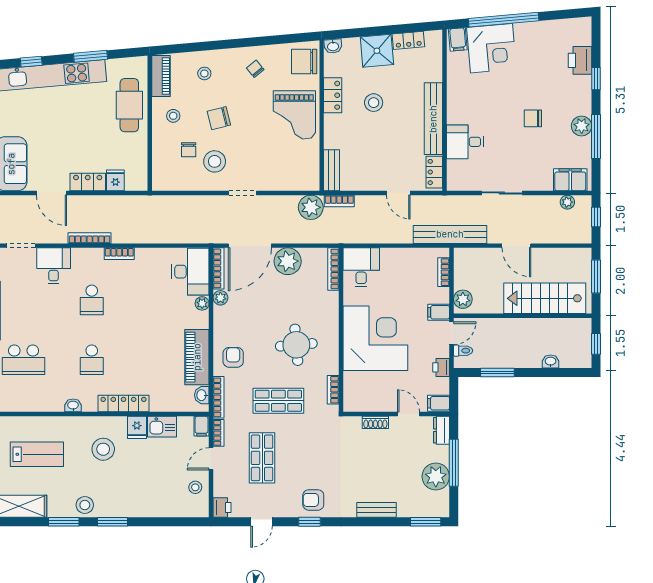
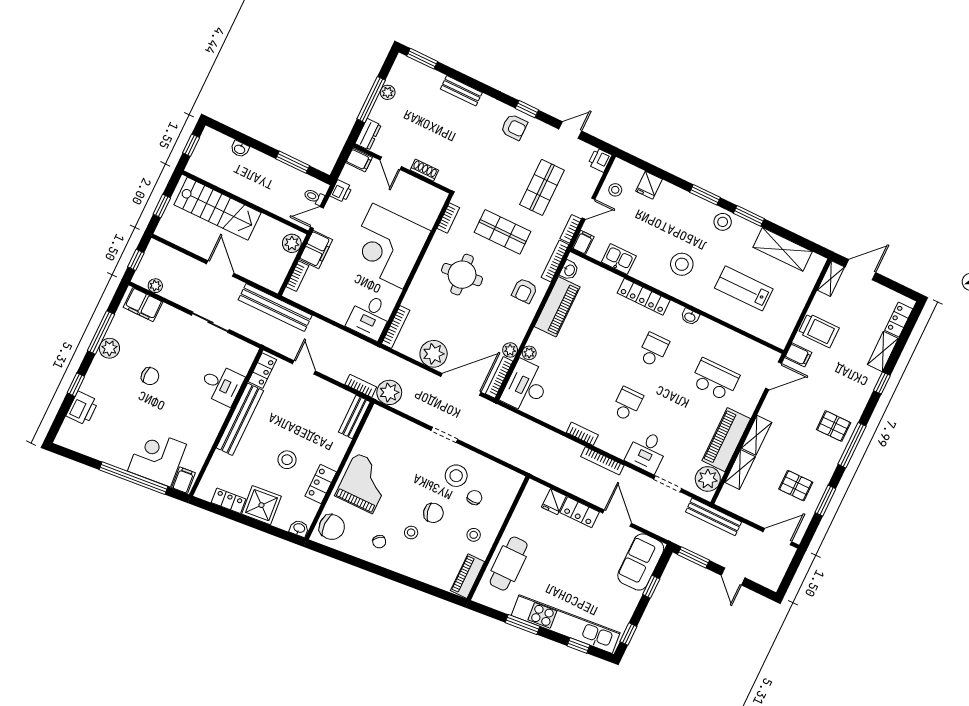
stool: (204, 73) -> (411, 532), moved
window: (596, 277) -> (162, 206), width x0.67
filing cabinet: (439, 312) -> (316, 249), width x2.00
fridge: (137, 427) -> (649, 185), moved, turned 180
plant: (436, 477) -> (388, 92), width x0.53, depth x0.53

